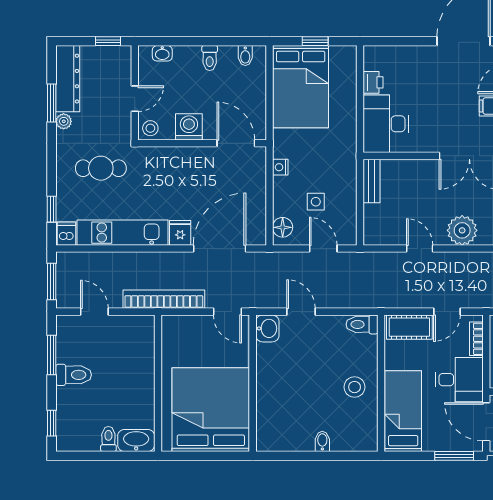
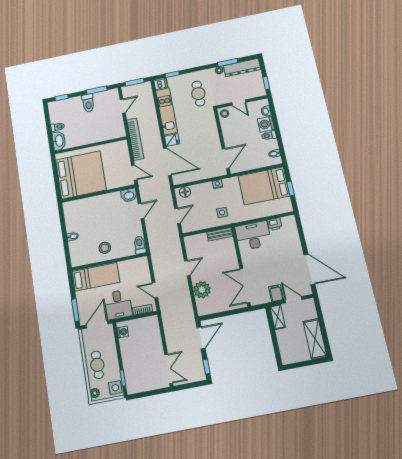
washing machine: (189, 127) -> (266, 124), moved, turned 180
side table: (316, 202) -> (222, 212), moved
door: (227, 312) -> (134, 173), swing flipped
cot: (409, 327) -> (143, 271), removed

